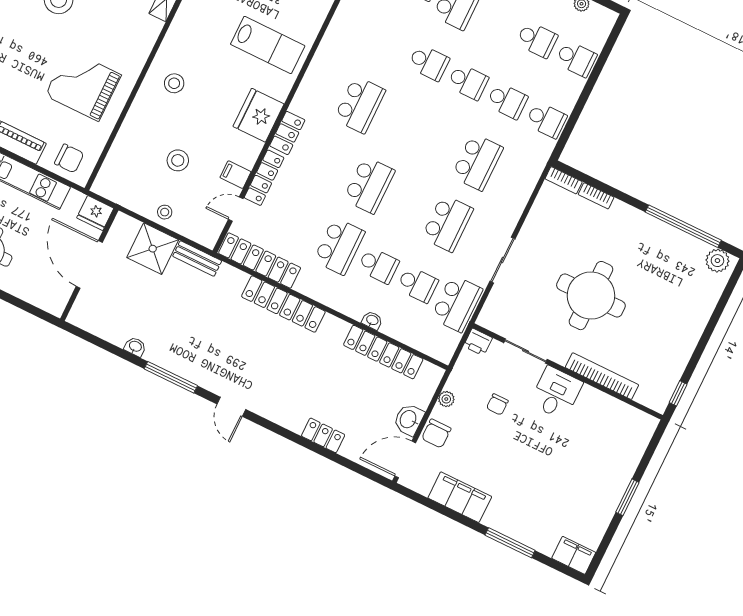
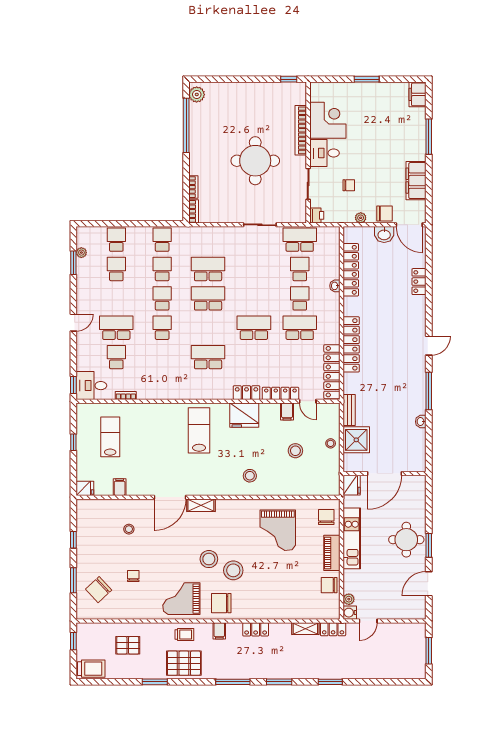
school desk: (447, 223) -> (208, 298), moved
corner desk: (598, 419) -> (328, 120), added

